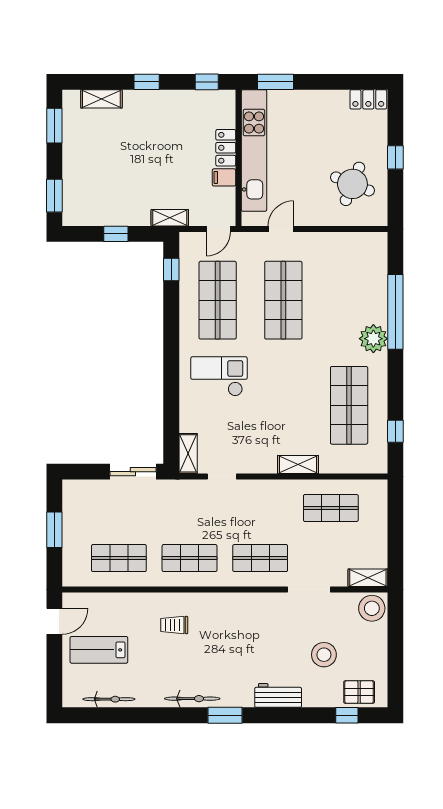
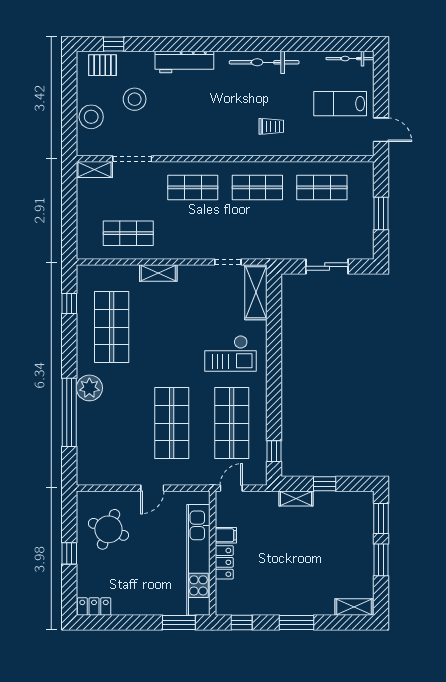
window: (147, 82) -> (297, 623), width x1.50
shelving: (101, 99) -> (354, 607), moved
window: (54, 126) -> (381, 560), moved
shelving: (170, 218) -> (296, 498), moved
door: (281, 229) -> (152, 488), moved
shelving: (188, 453) -> (256, 292), width x1.50, depth x1.33
sliding door: (133, 472) -> (327, 266), moved
doorway: (309, 590) -> (132, 159), moved
stool: (372, 608) -> (91, 117), moved
door: (54, 621) -> (381, 130), swing flipped
lab bench: (99, 650) -> (340, 104), turned 180
workbench: (278, 695) -> (184, 62), width x1.38
bicycle: (109, 699) -> (350, 59), moved
bicycle: (192, 699) -> (264, 62), width x1.37, depth x1.40
window: (225, 715) -> (225, 44), removed

